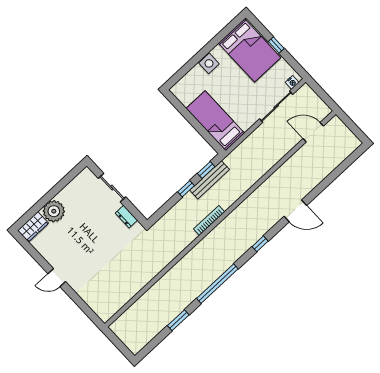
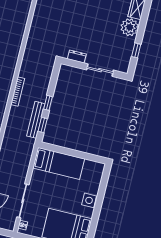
window: (63, 183) -> (136, 50), added

